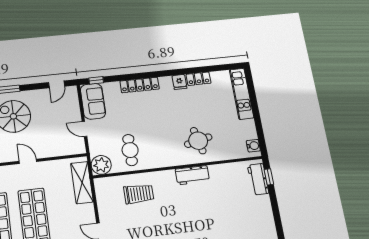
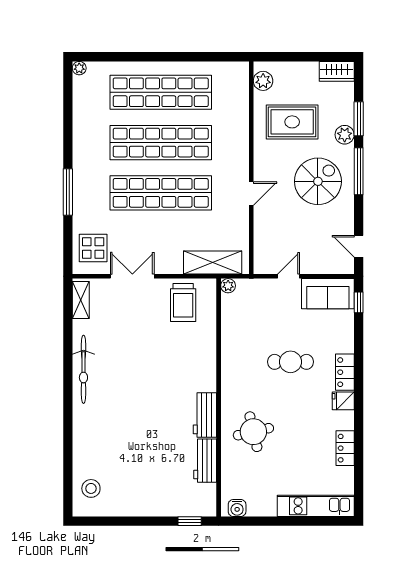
fridge: (179, 82) -> (343, 401), moved
locker: (140, 85) -> (345, 372), width x0.66
cafe table: (130, 150) -> (290, 362), moved
plant: (101, 165) -> (228, 286), width x0.53, depth x0.53
workbench: (258, 179) -> (205, 461), moved, turned -90
trolley: (139, 194) -> (183, 303), moved

